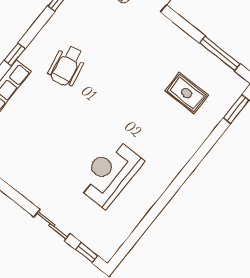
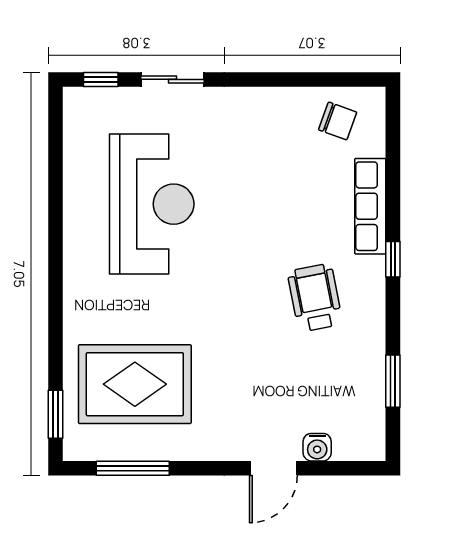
rug: (187, 93) -> (135, 384), width x1.86, depth x2.06
reception desk: (110, 173) -> (152, 204), width x1.36, depth x1.30

